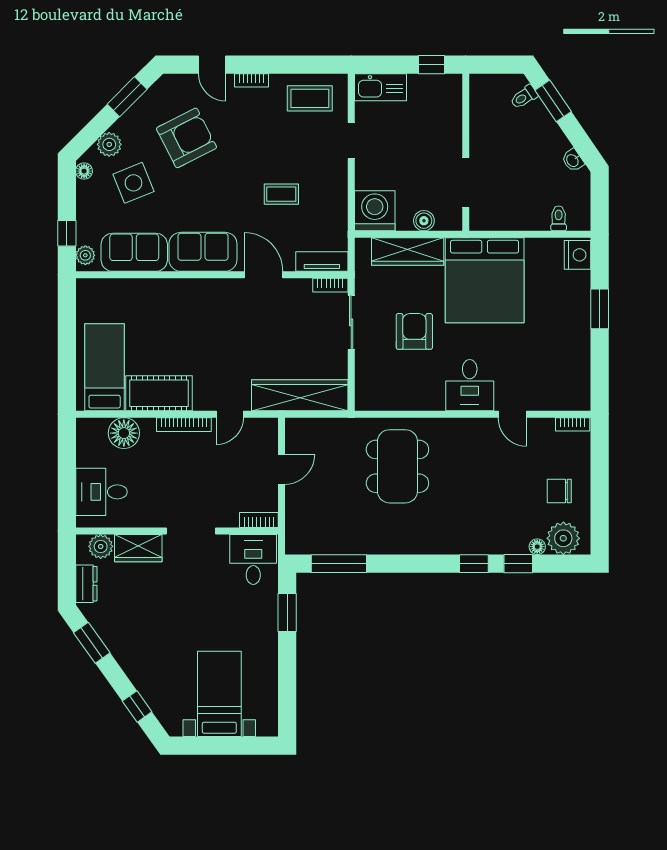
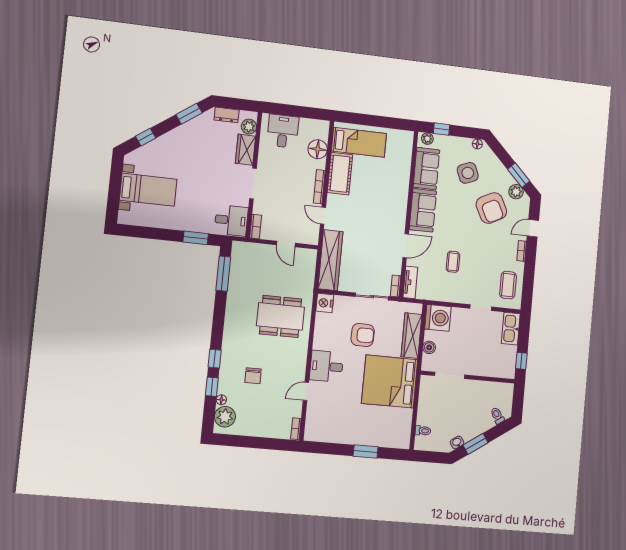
window: (553, 101) -> (476, 444), moved
plant: (109, 144) -> (516, 192), moved
nightstand: (577, 255) -> (325, 303), moved, turned 90
chair: (559, 491) -> (253, 376), moved, turned 180

